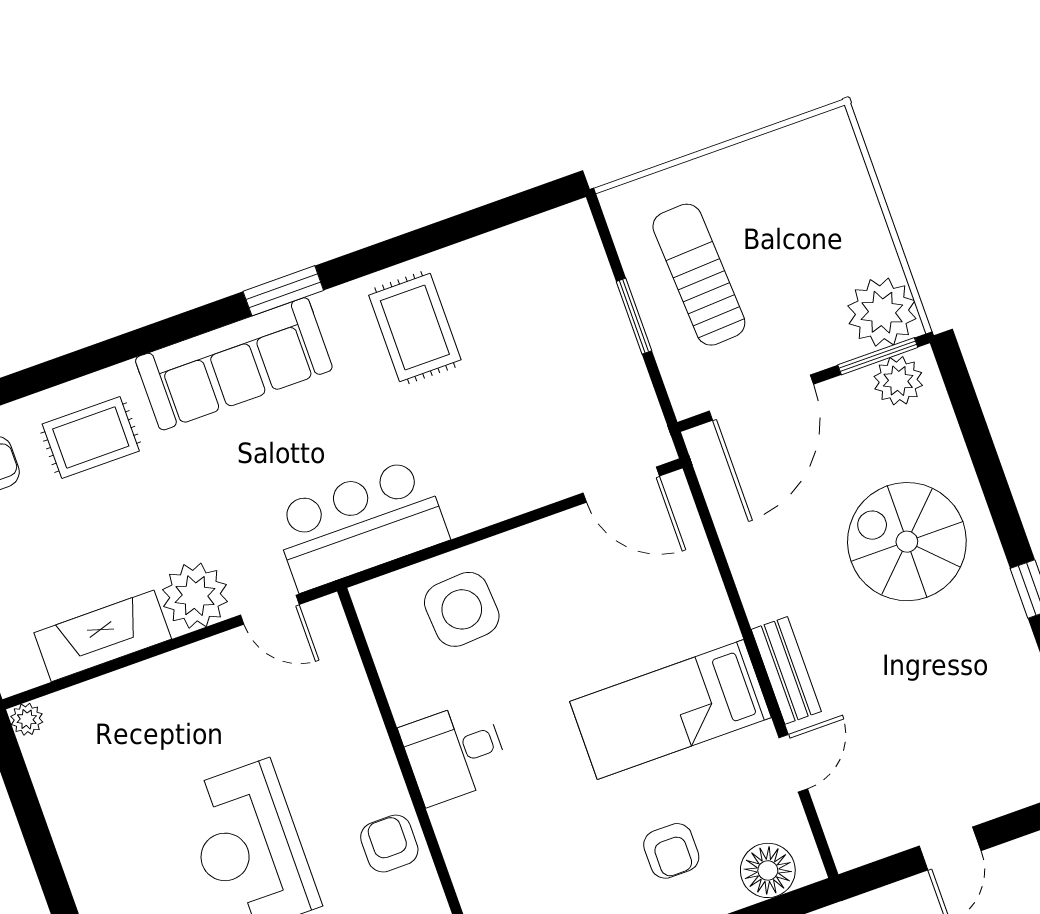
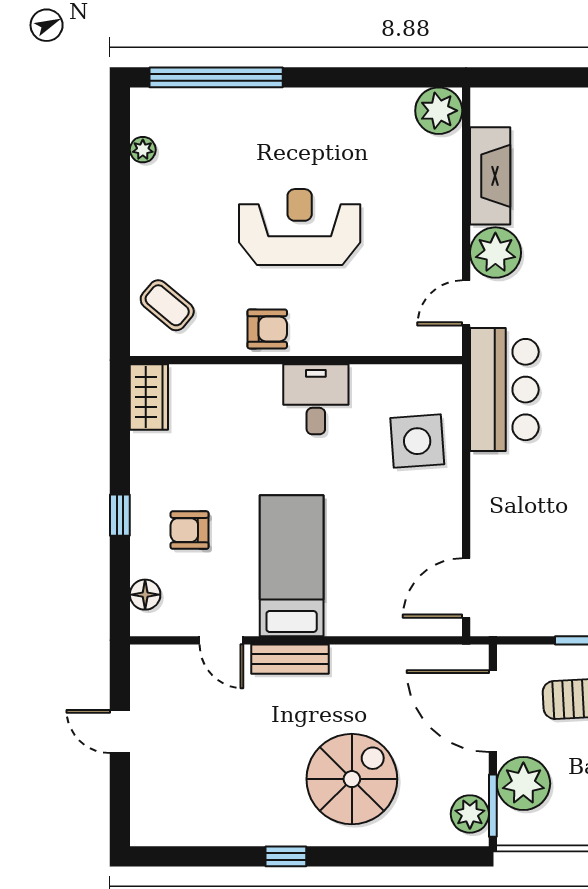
plant: (882, 312) -> (523, 783), moved
plant: (27, 719) -> (439, 111), width x1.88, depth x1.88
floor lamp: (768, 870) -> (145, 595), width x0.73, depth x0.73

